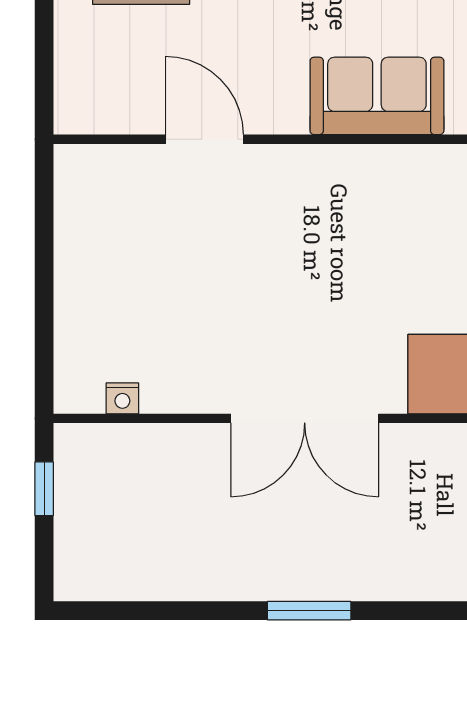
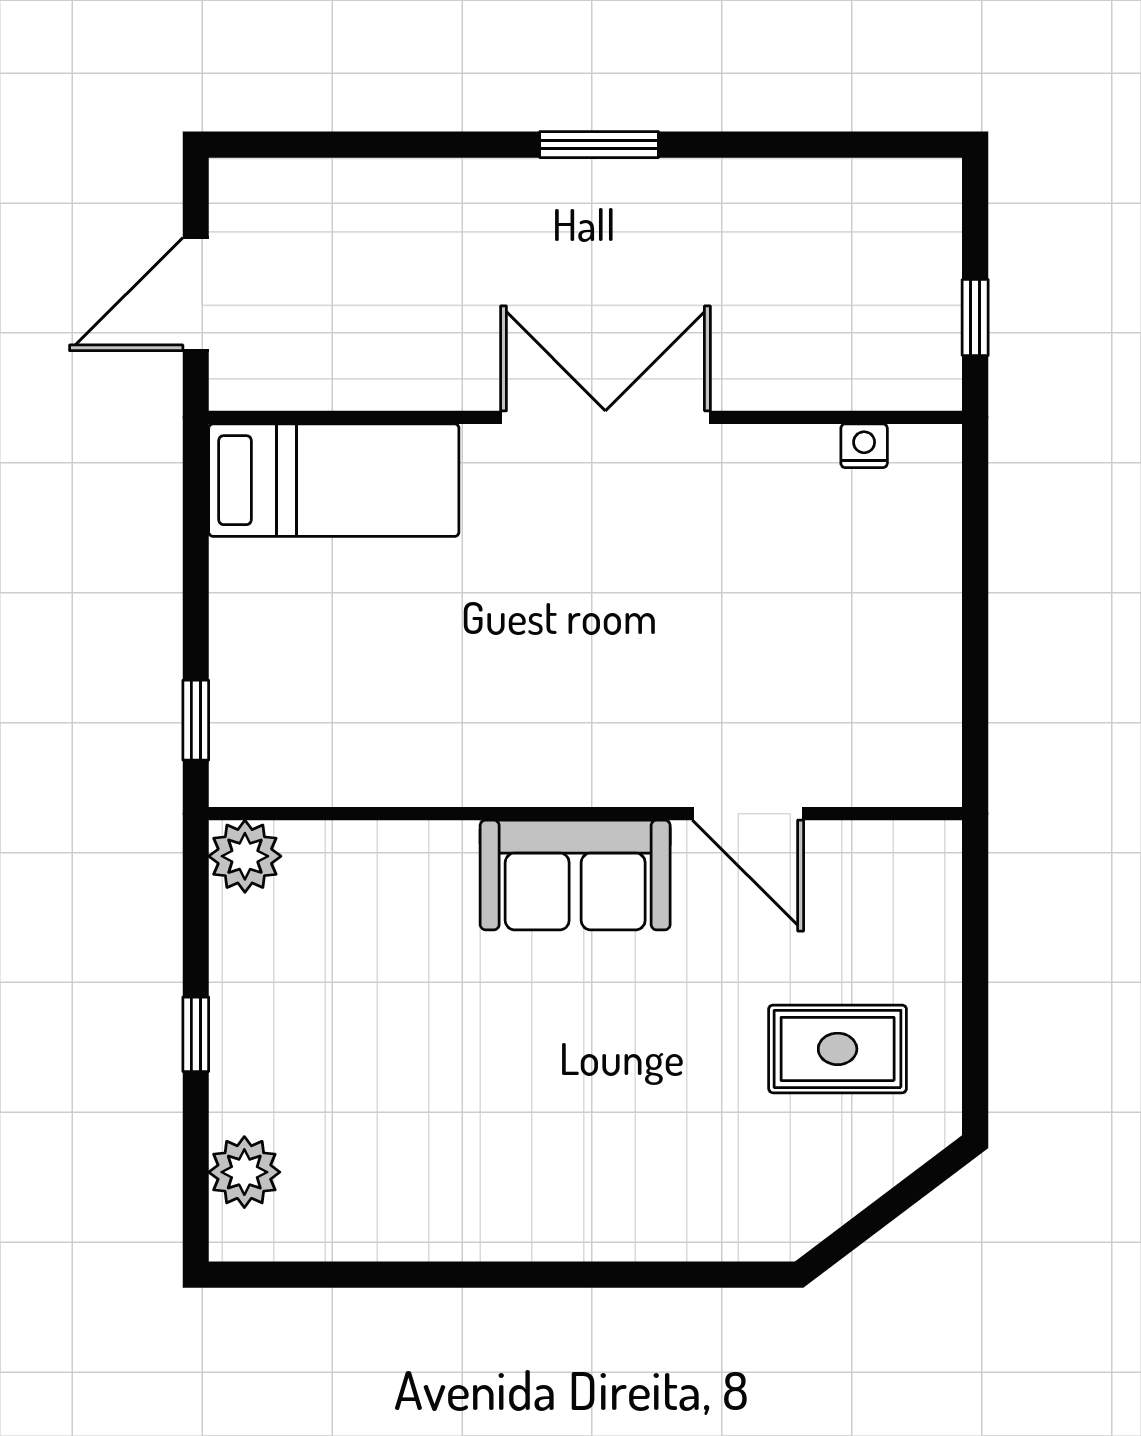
sofa: (377, 96) -> (575, 875), moved

